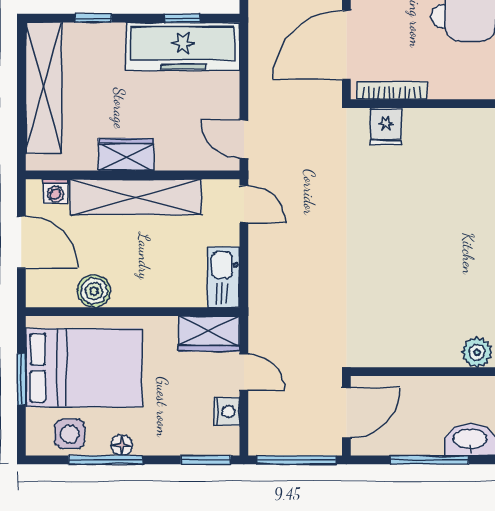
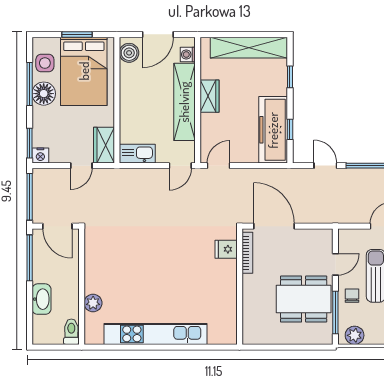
boiler: (94, 291) -> (129, 53), moved
nightstand: (227, 412) -> (40, 155), moved
floor lamp: (122, 445) -> (44, 94), width x1.89, depth x1.89
window: (429, 460) -> (30, 258), moved

